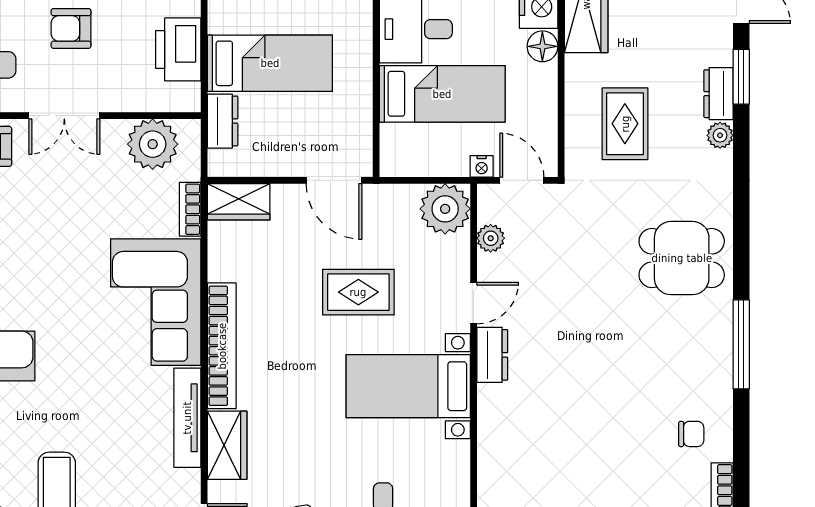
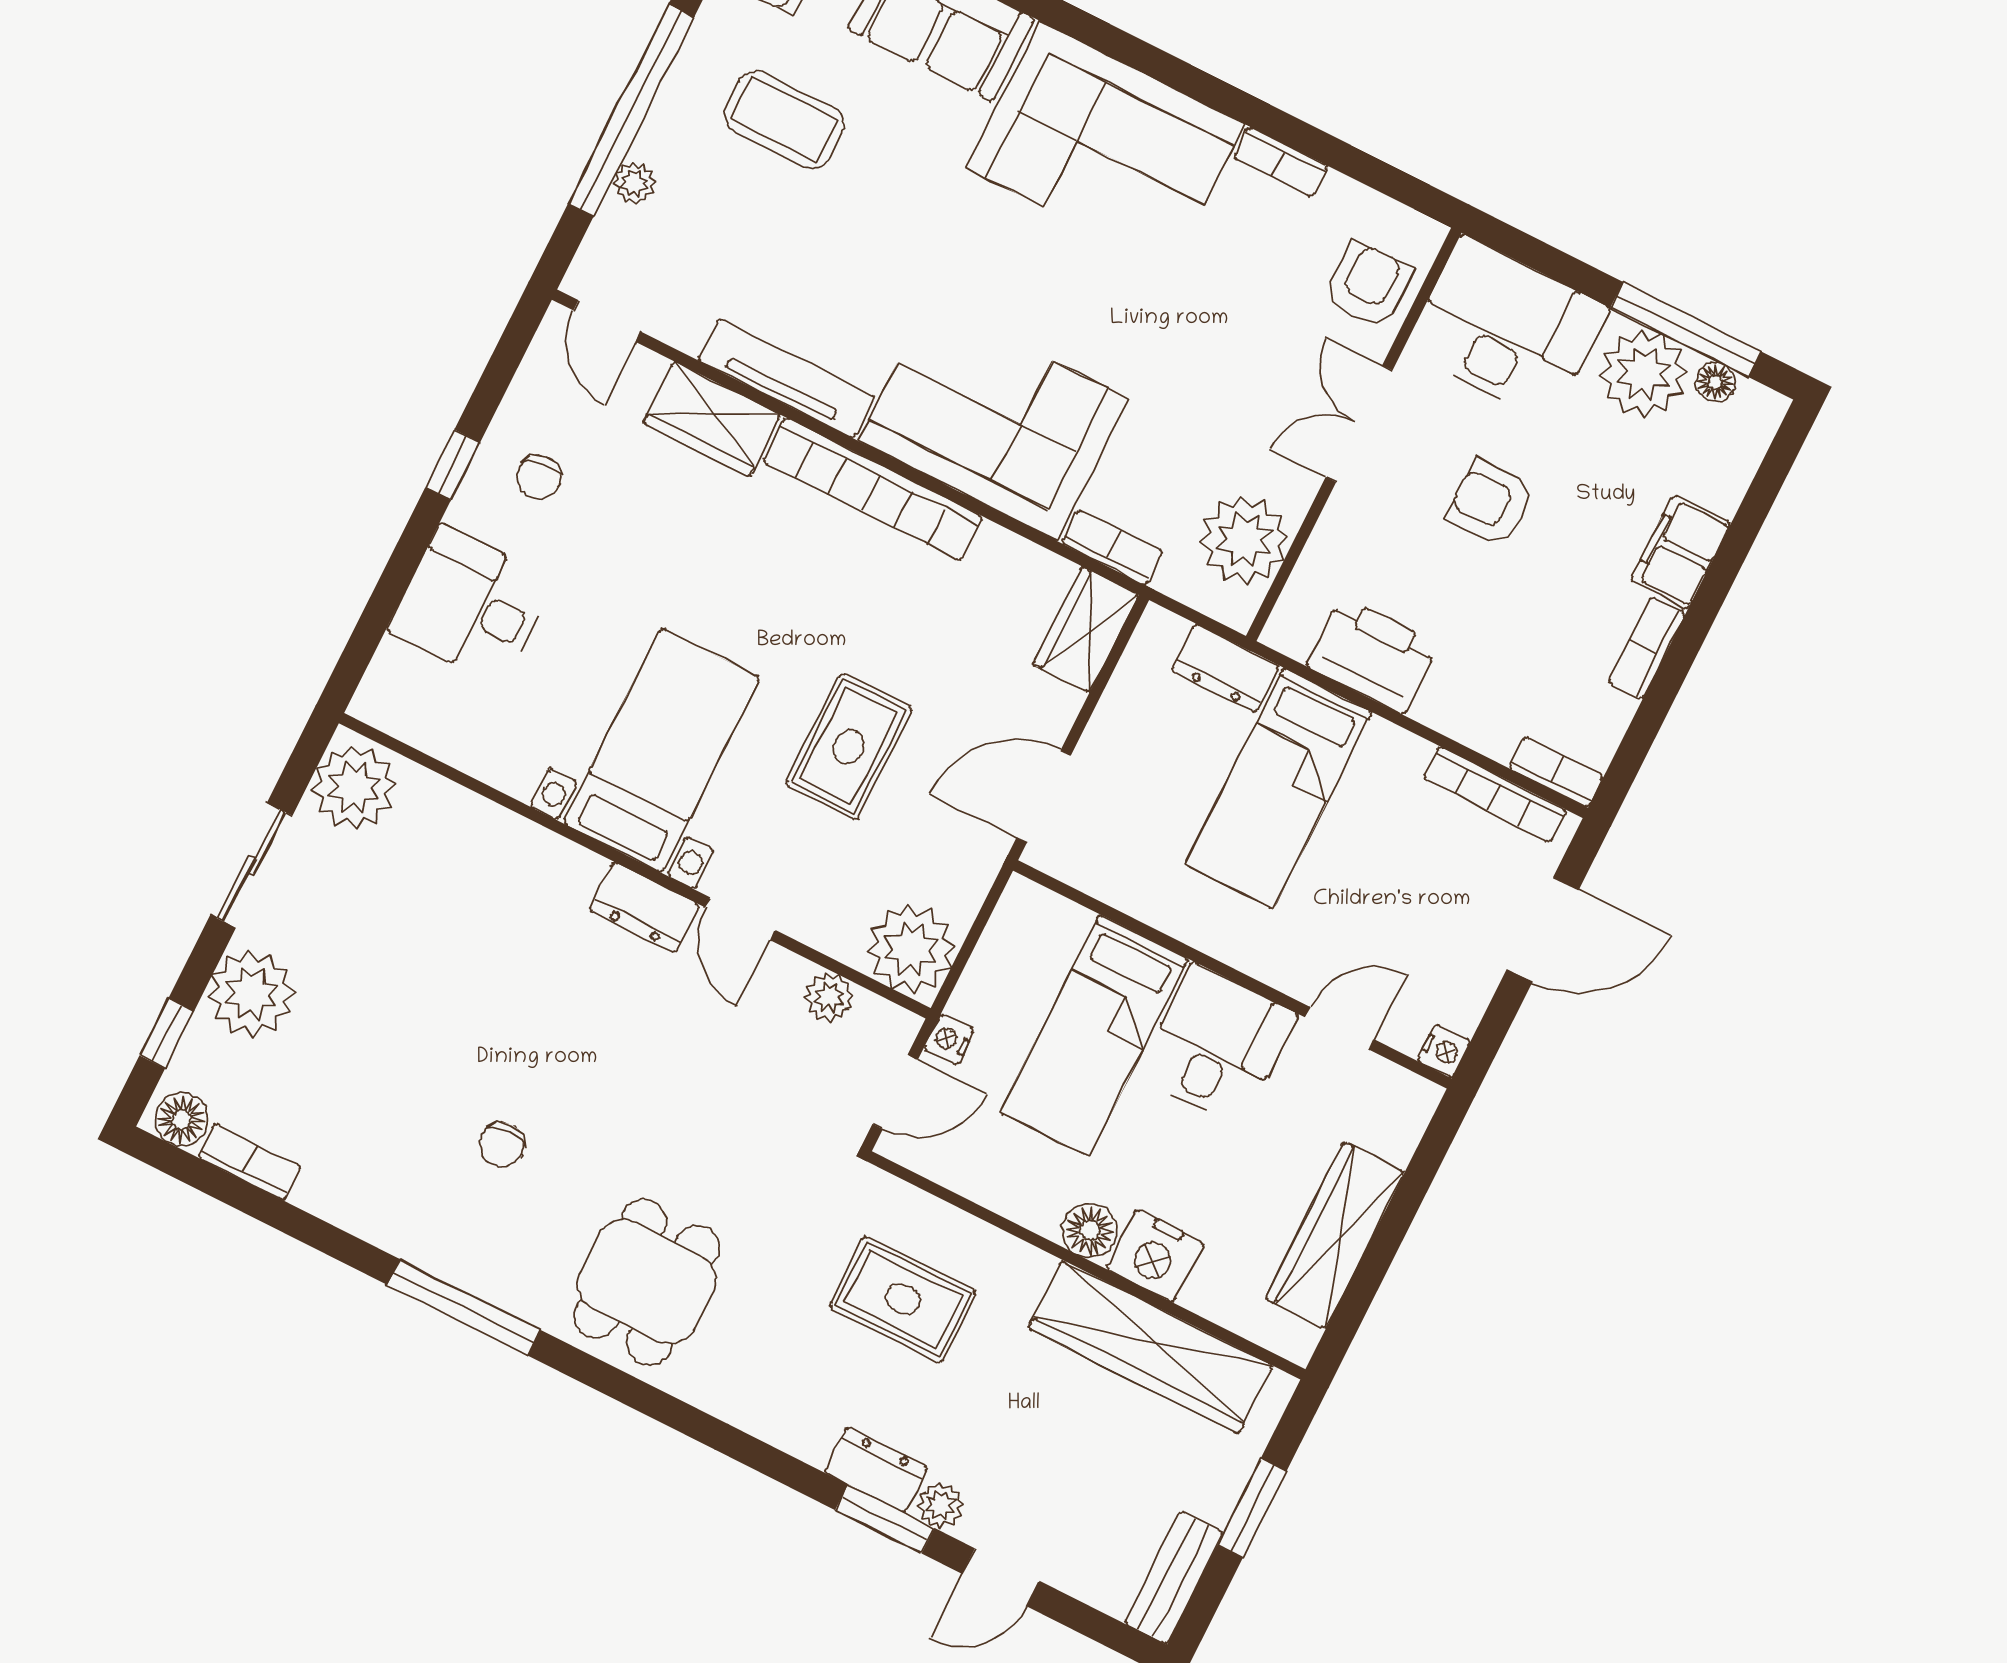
armchair: (71, 28) -> (1491, 503), turned -90
plant: (720, 135) -> (940, 1505), moved
chair: (691, 434) -> (502, 1144), moved

